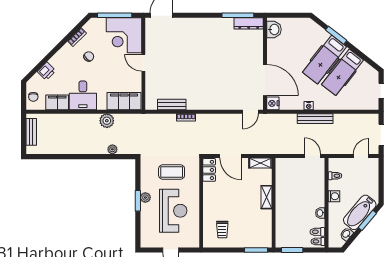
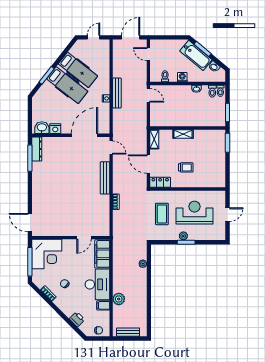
door: (143, 63) -> (84, 238), moved
desk: (83, 95) -> (97, 284), width x1.37
filing cabinet: (57, 102) -> (103, 305), width x0.50
nightstand: (273, 103) -> (55, 129), moved
bench: (172, 104) -> (105, 178), moved, width x1.36
plant: (107, 121) -> (119, 299), moved
door: (231, 156) -> (148, 164), swing flipped
door: (313, 156) -> (148, 95), swing flipped
trolley: (222, 229) -> (186, 167), moved

